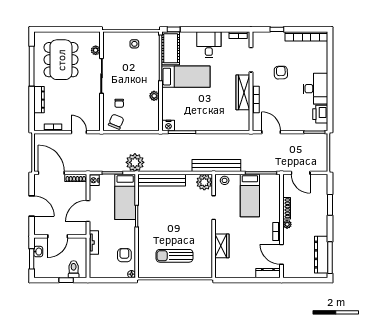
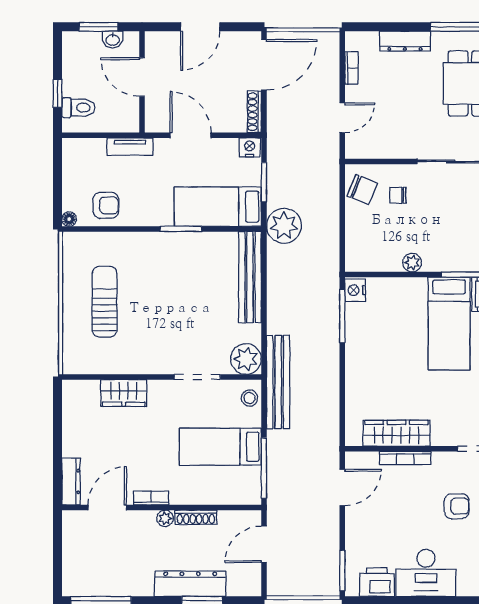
wardrobe: (243, 92) -> (396, 433), moved
dresser: (321, 255) -> (190, 584), moved

